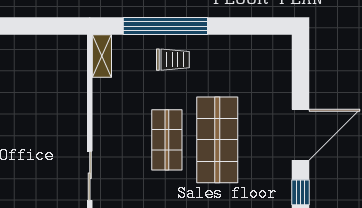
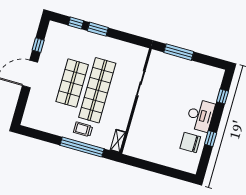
shop shelf: (167, 140) -> (97, 90), width x2.00, depth x1.36

